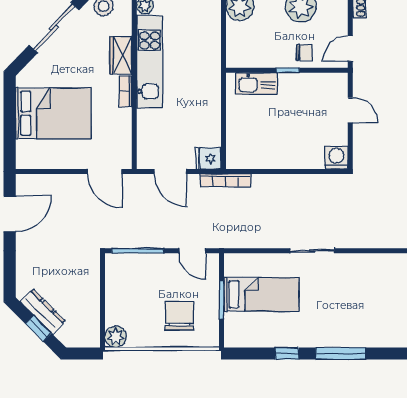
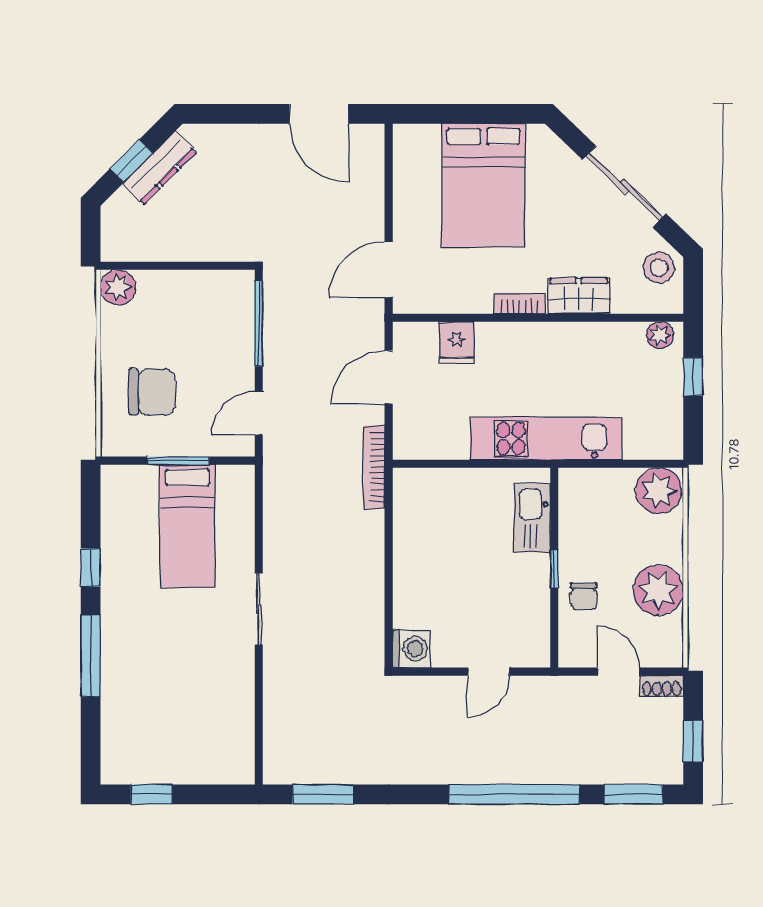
door: (350, 49) -> (618, 672), moved
kitchen unit: (150, 62) -> (546, 439), moved, turned 180
fridge: (208, 158) -> (457, 343), moved, turned 180

